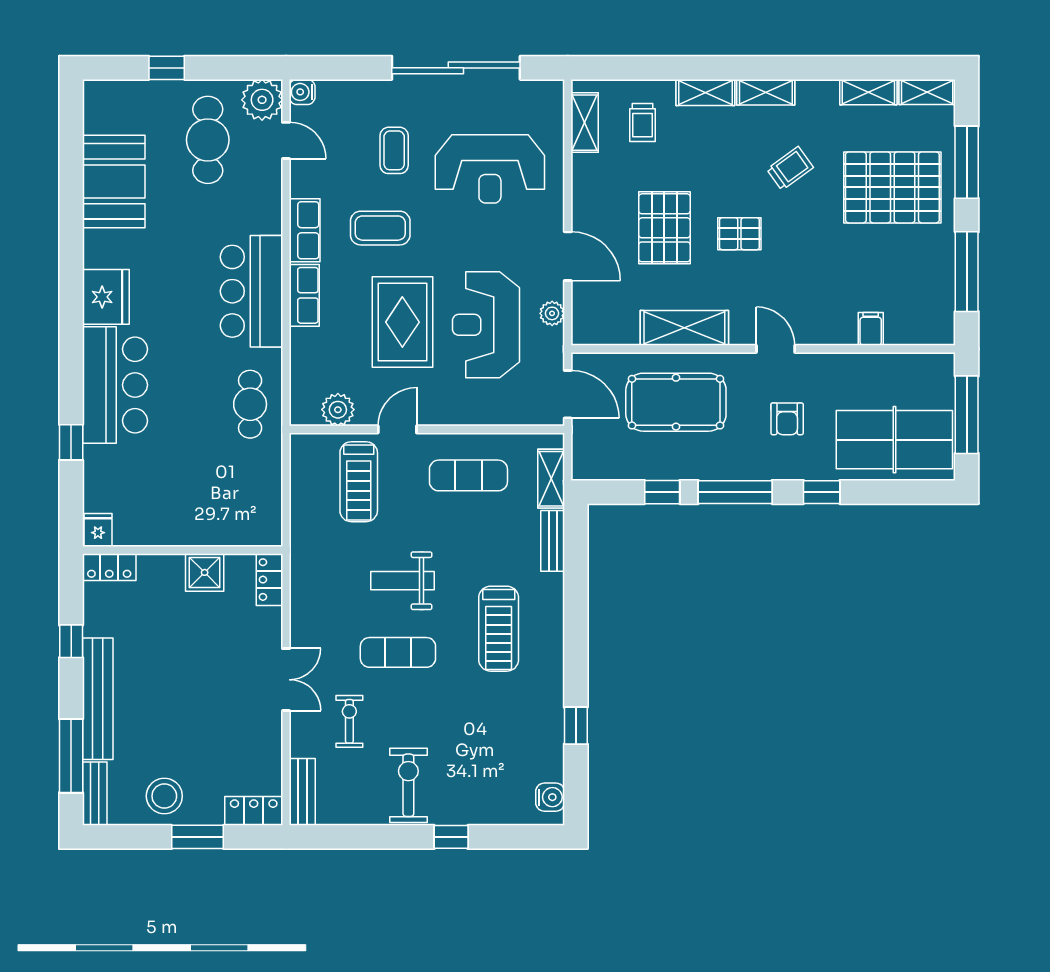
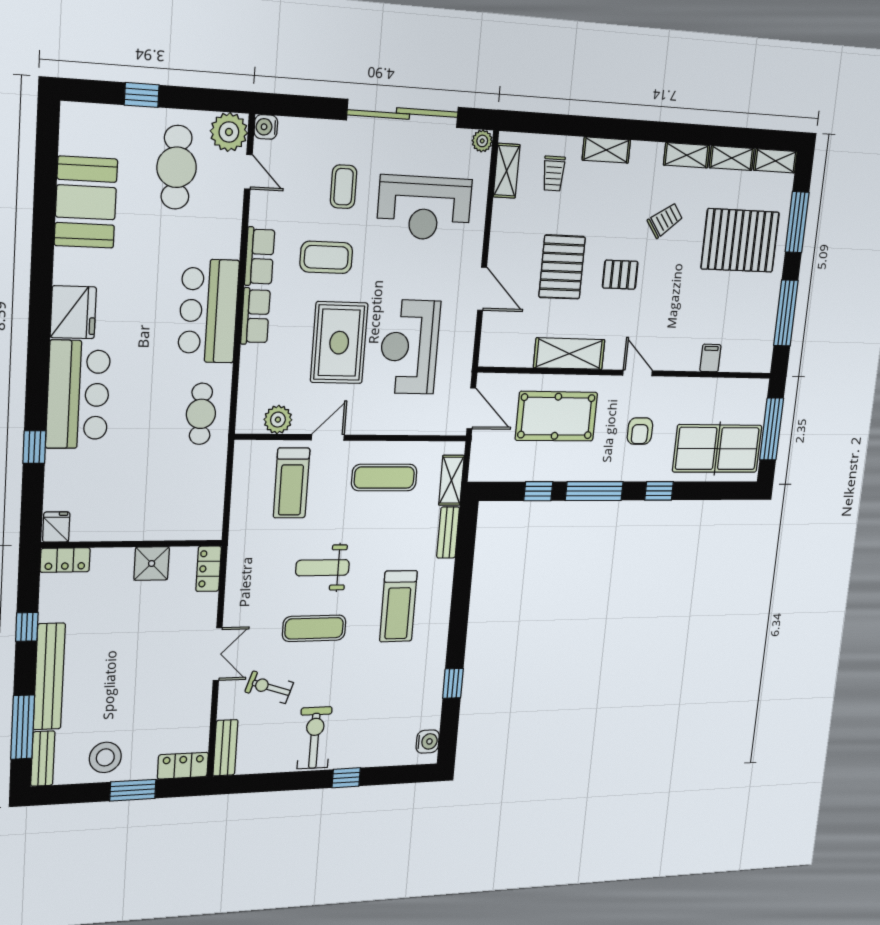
shelving: (766, 92) -> (687, 155), moved
plant: (552, 313) -> (482, 141), moved
exercise bike: (349, 721) -> (269, 687), turned -72

